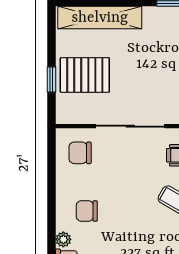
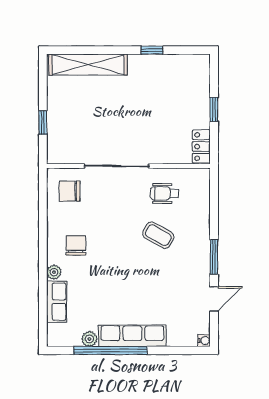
pallet: (85, 75) -> (74, 118), removed
chair: (87, 211) -> (76, 245), turned 90

